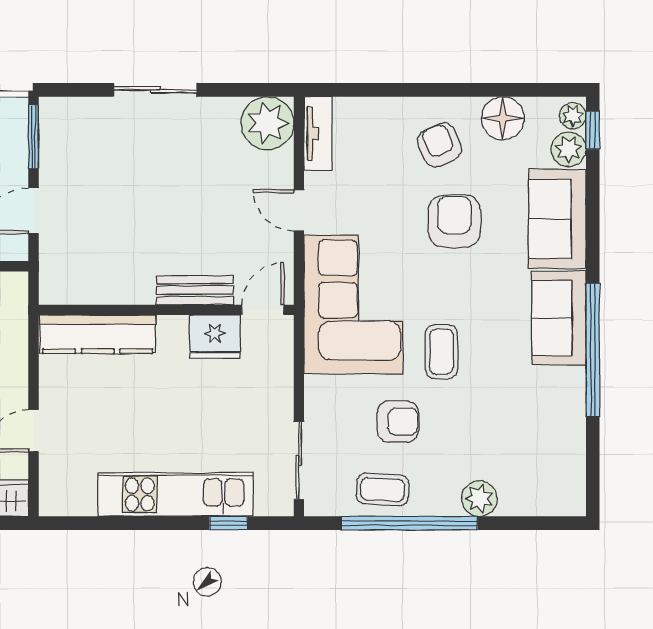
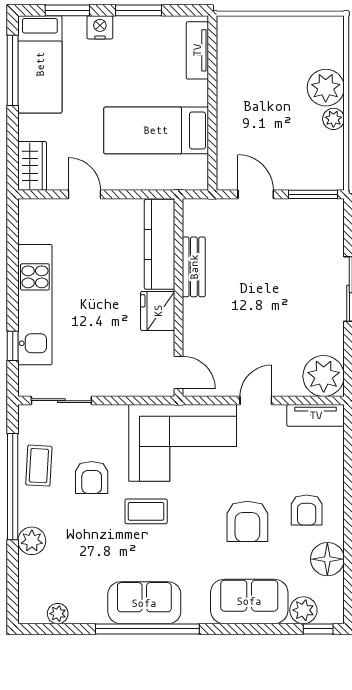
plant: (573, 116) -> (58, 614), moved
armchair: (440, 145) -> (307, 510), turned 114
armchair: (454, 221) -> (247, 521), turned 90
bench: (195, 290) -> (194, 267), moved
sofa: (559, 318) -> (144, 603), moved
fridge: (215, 337) -> (158, 311), moved

